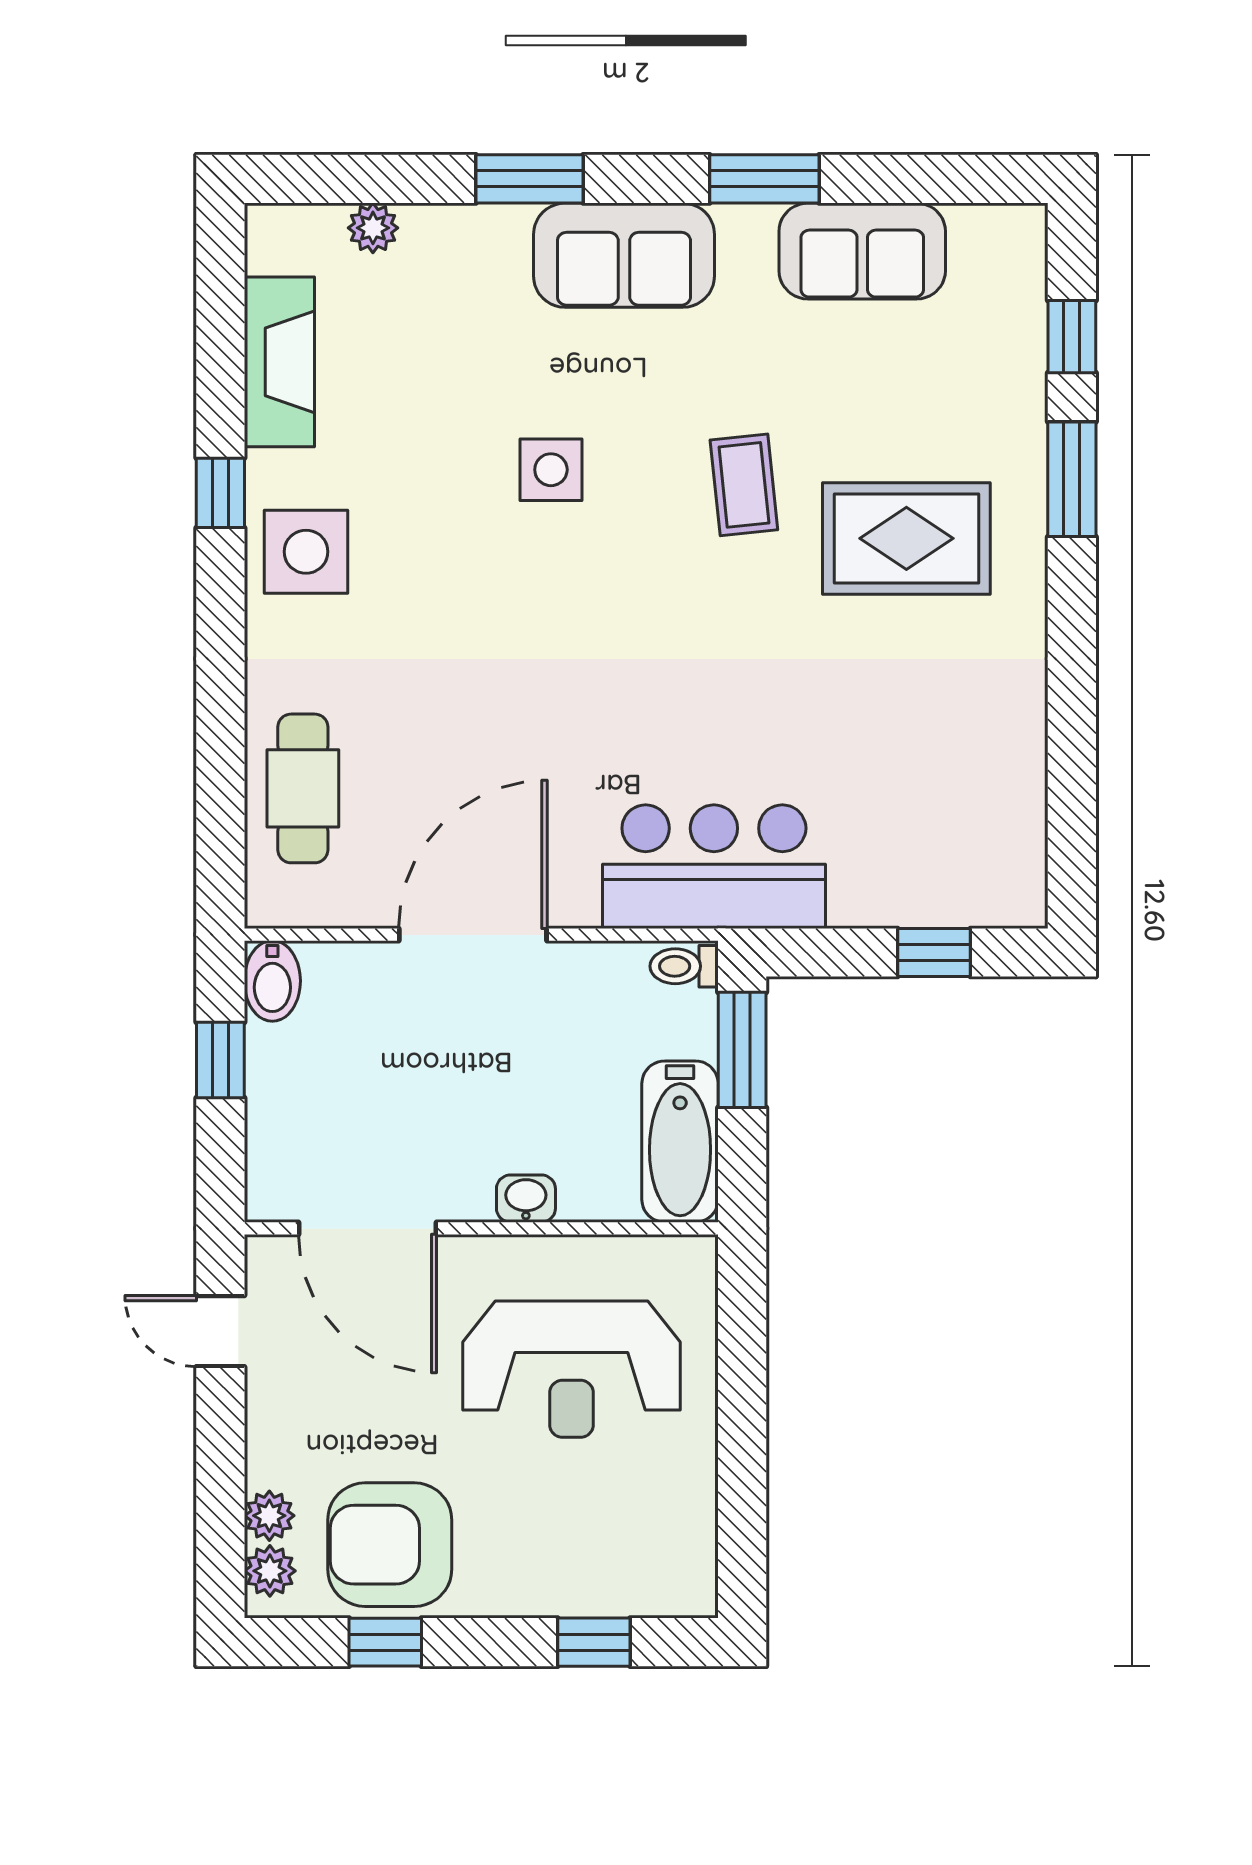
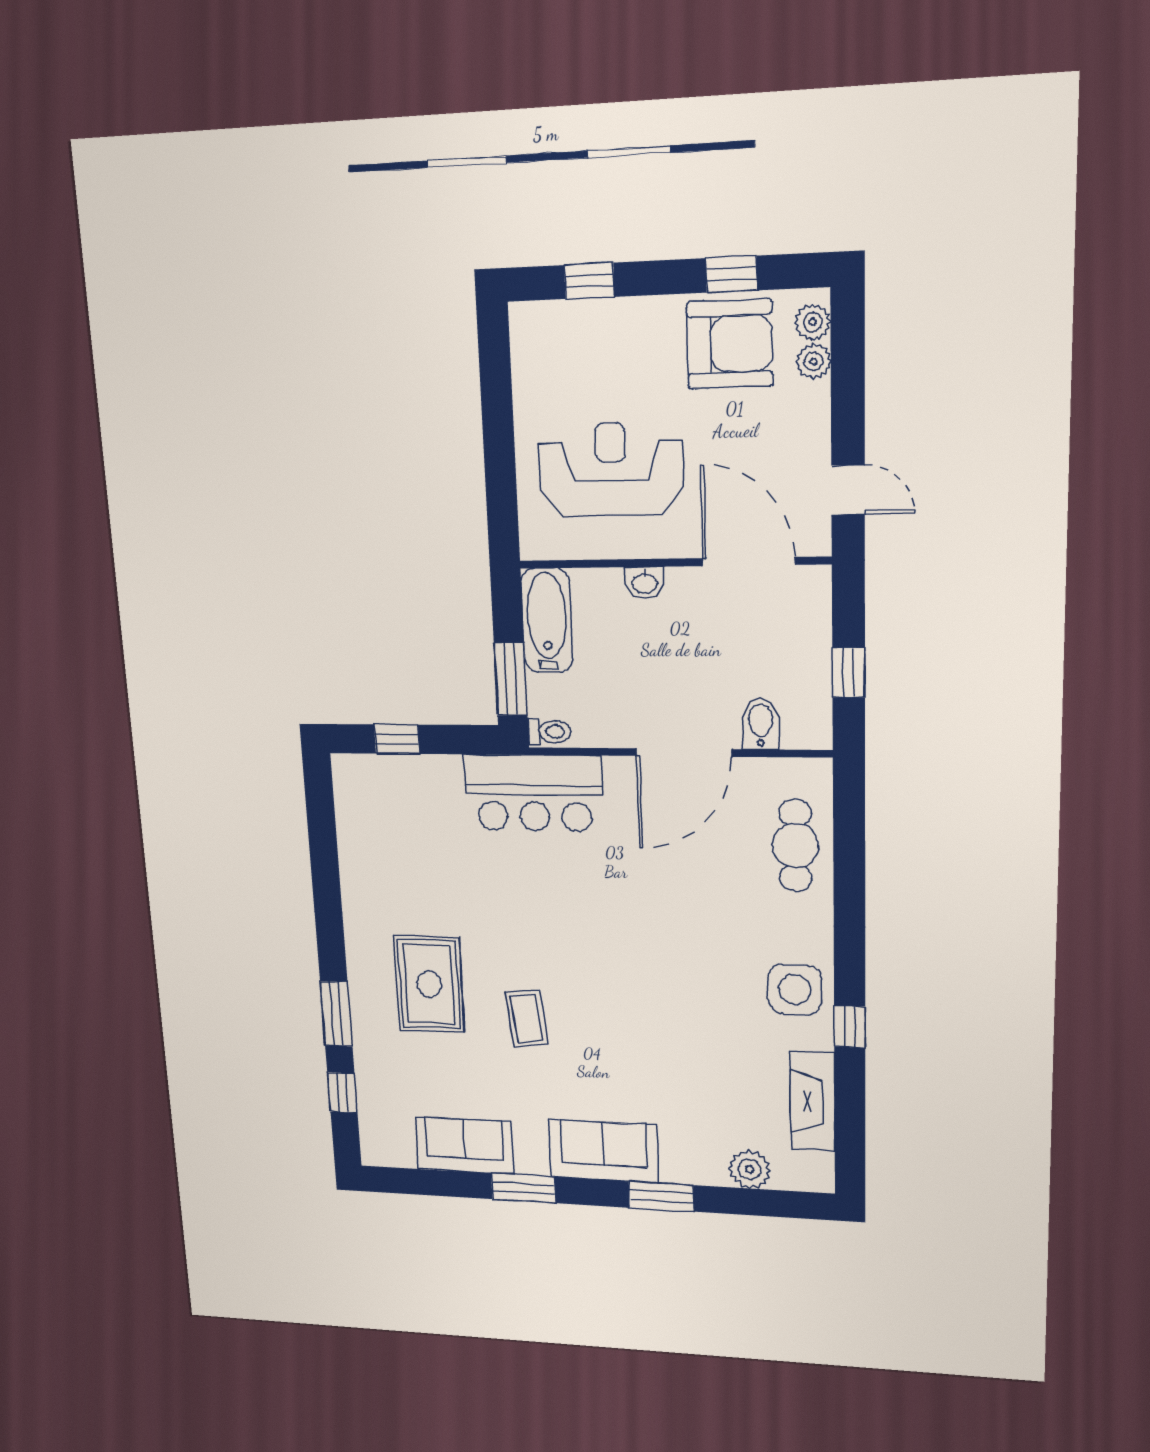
plant: (373, 228) -> (750, 1169), width x1.38, depth x1.38
side table: (551, 470) -> (643, 1032), removed
rug: (906, 538) -> (429, 984), turned 90
bidet: (272, 981) -> (761, 724), moved

